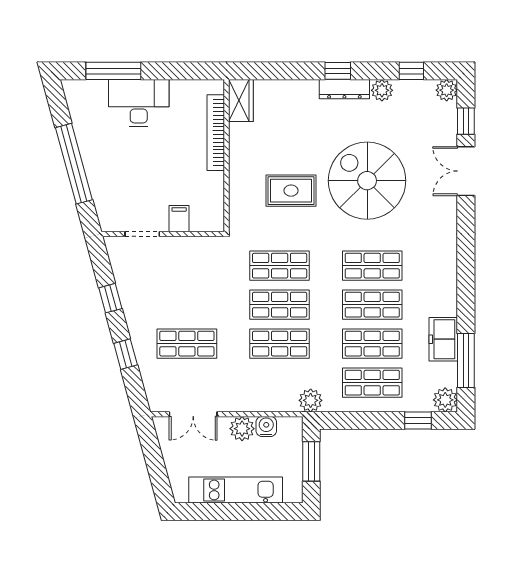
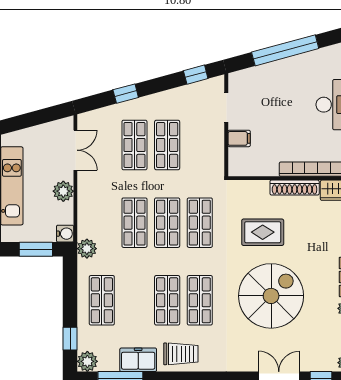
shoe rack: (238, 153) -> (295, 188), added
rug: (291, 191) -> (263, 232), turned 90
trolley: (436, 288) -> (181, 354), added
window: (110, 298) -> (196, 75), moved
shop shelf: (372, 344) -> (167, 145), moved
double door: (193, 414) -> (75, 150), swing flipped
water cooler: (266, 426) -> (65, 234), moved

